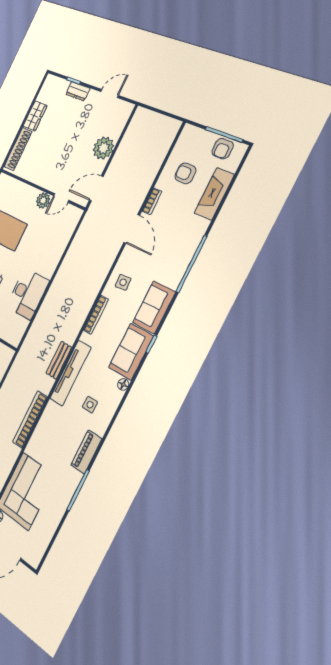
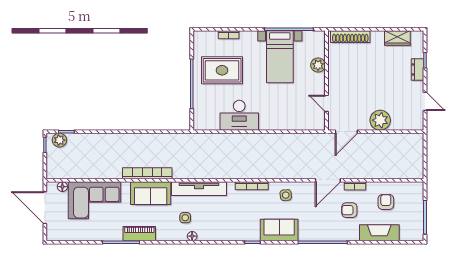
wardrobe: (35, 116) -> (397, 38), moved
armchair: (223, 149) -> (349, 210), moved
door: (96, 188) -> (346, 132), swing flipped
plant: (43, 200) -> (318, 65), moved
sofa: (131, 352) -> (151, 193), moved, turned 180
bench: (59, 360) -> (203, 173), removed
floor lamp: (123, 384) -> (192, 236), moved
piano: (86, 452) -> (139, 234), moved

